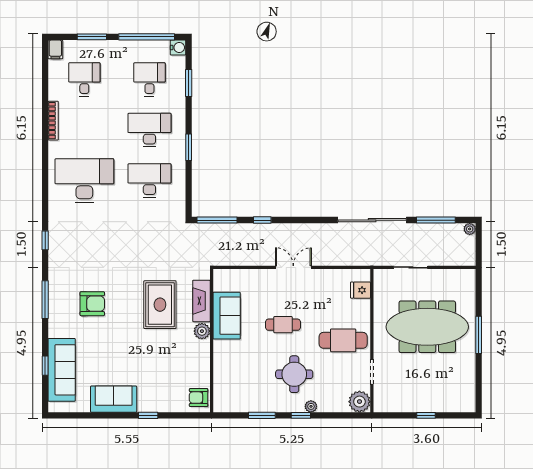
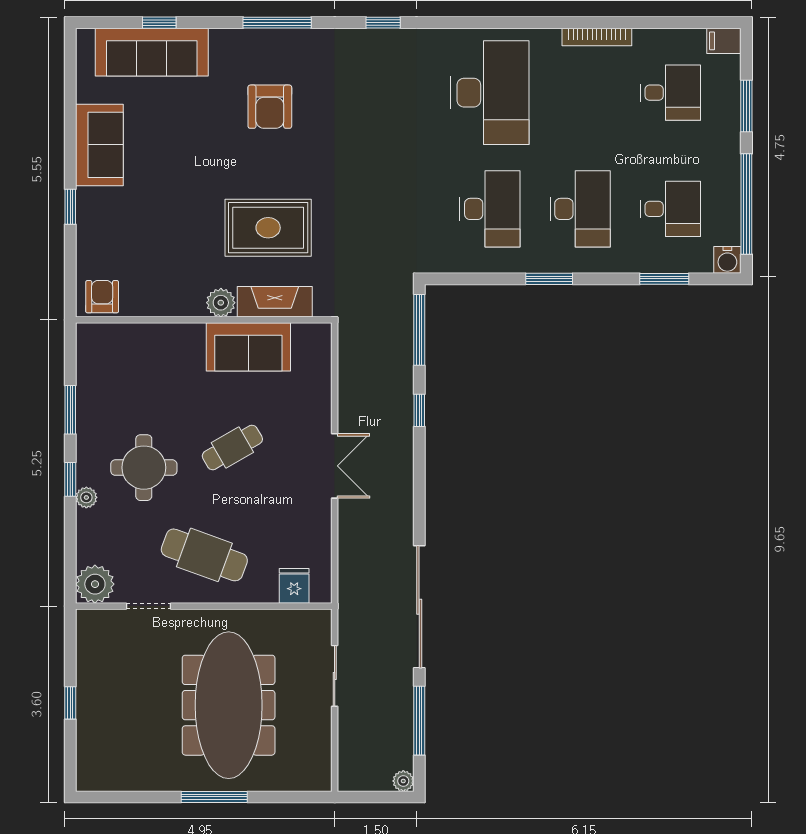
cafe table: (283, 325) -> (232, 448), turned 60
cafe table: (343, 340) -> (204, 555), turned -70

